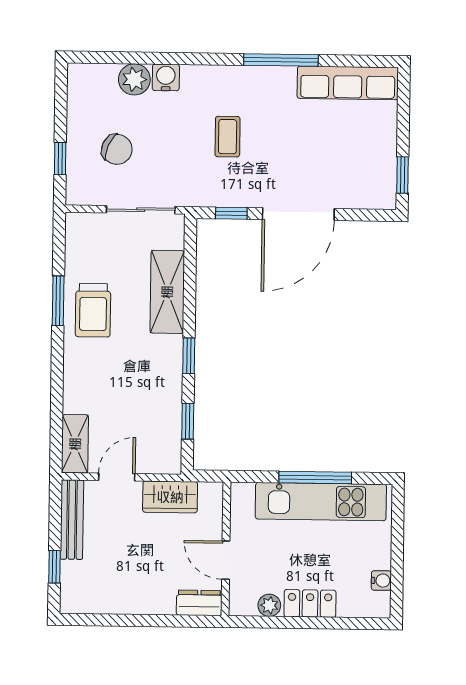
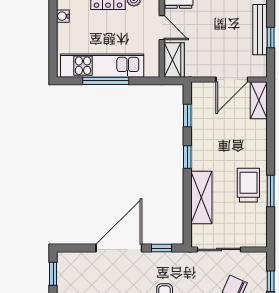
door: (117, 477) -> (232, 79), width x1.38
wardrobe: (170, 497) -> (174, 60), moved, turned 90
bench: (72, 520) -> (260, 30), moved
window: (54, 567) -> (271, 37), moved

